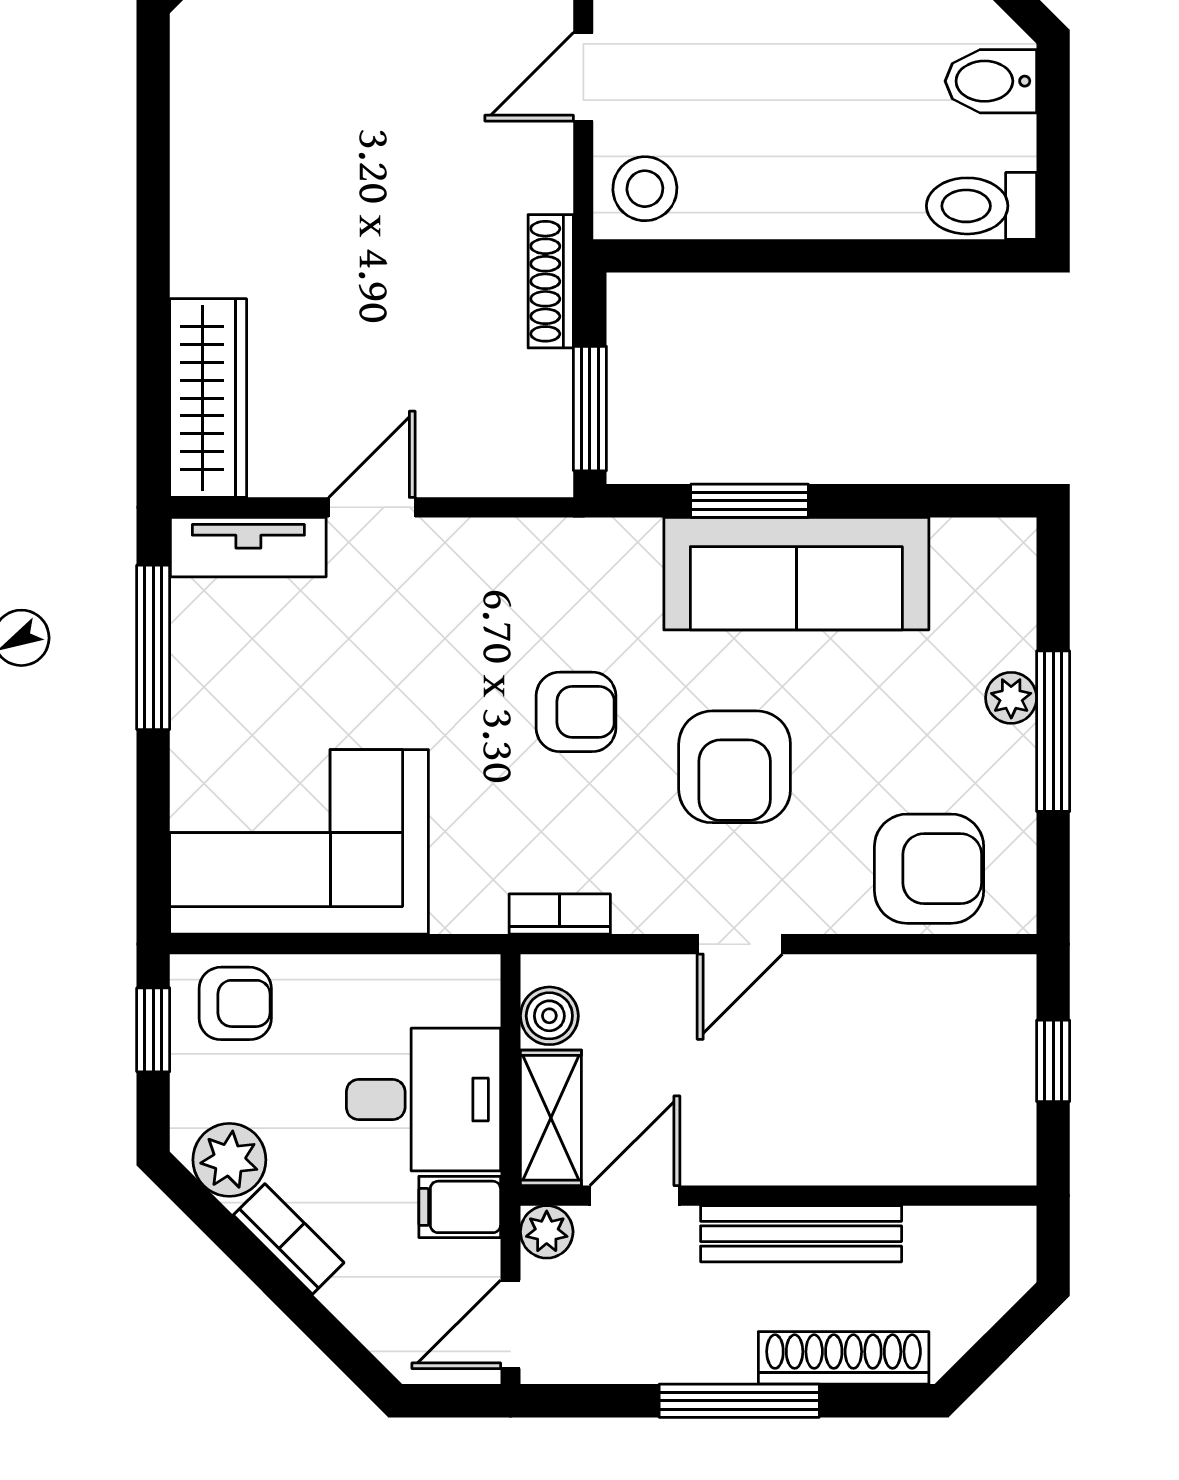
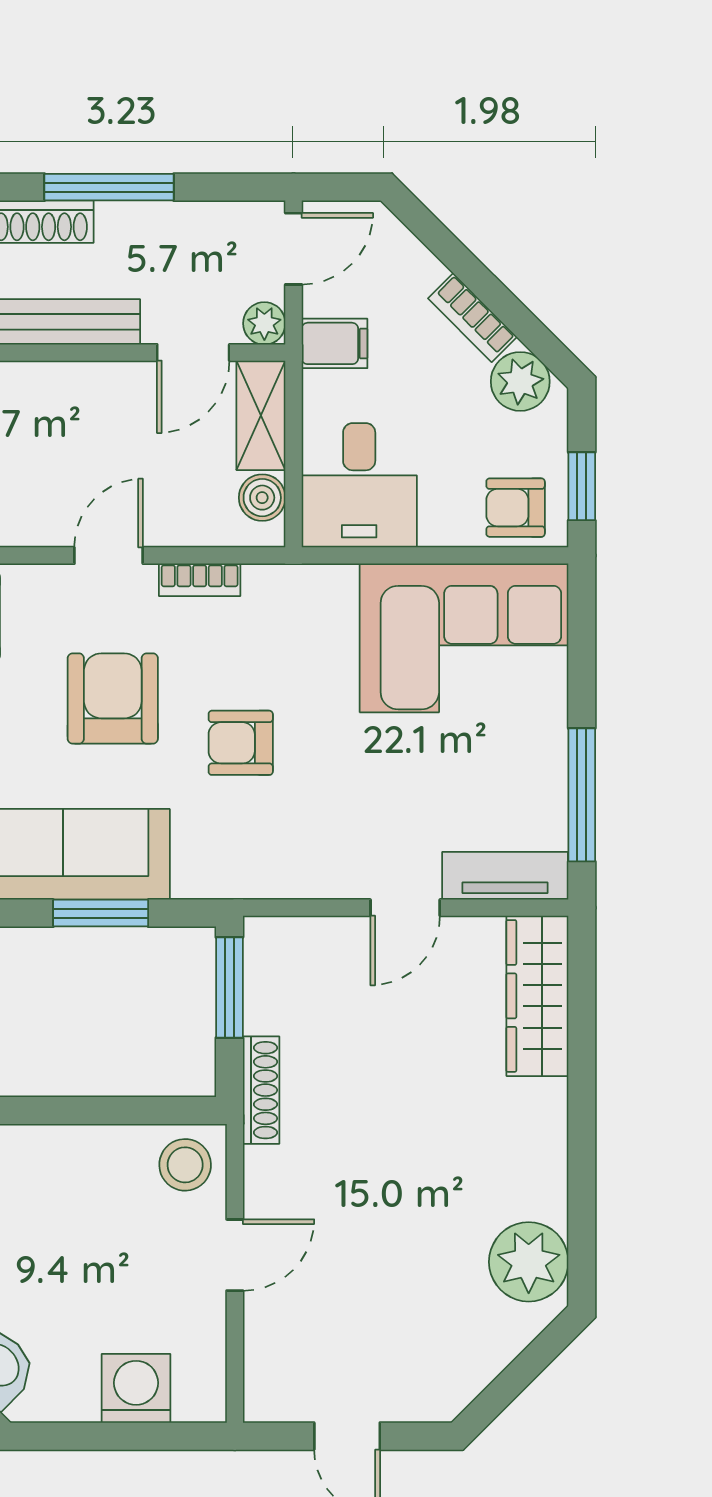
plant: (219, 68) -> (529, 1262), added
bookcase: (560, 914) -> (200, 580), moved
desk: (424, 1100) -> (359, 485), moved, turned -90

